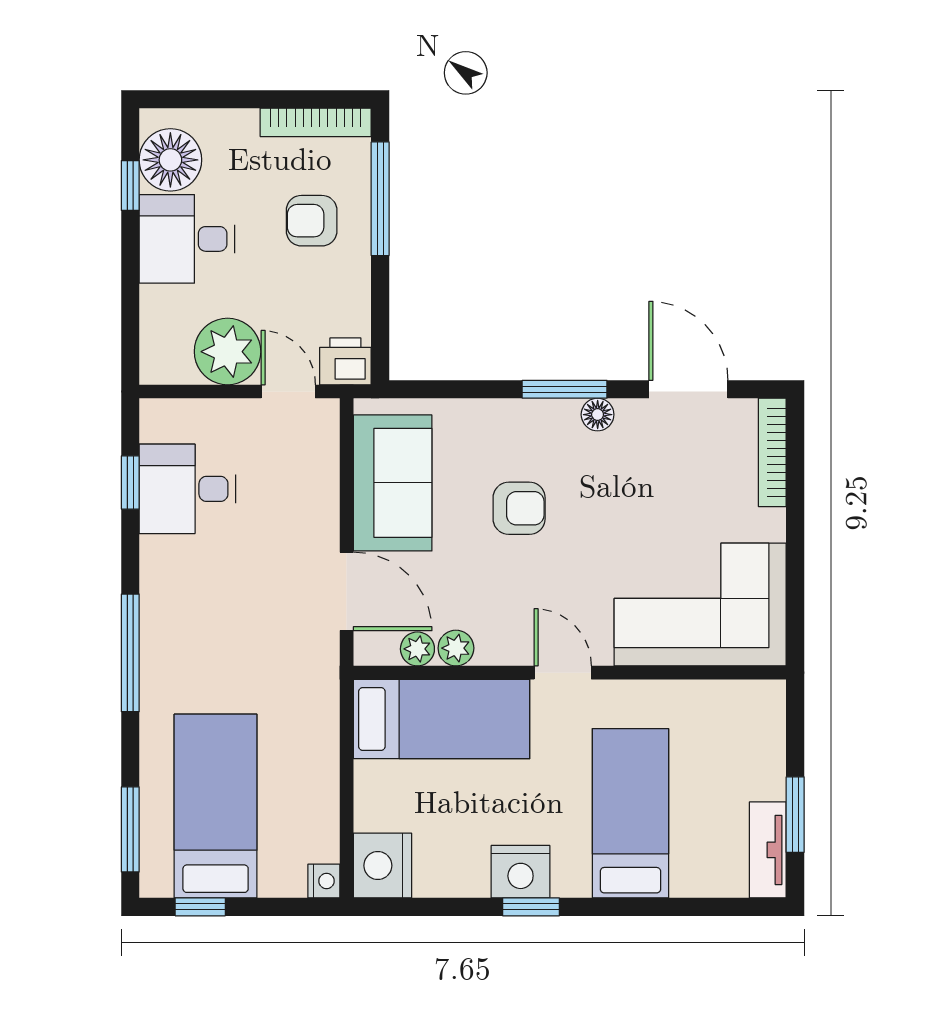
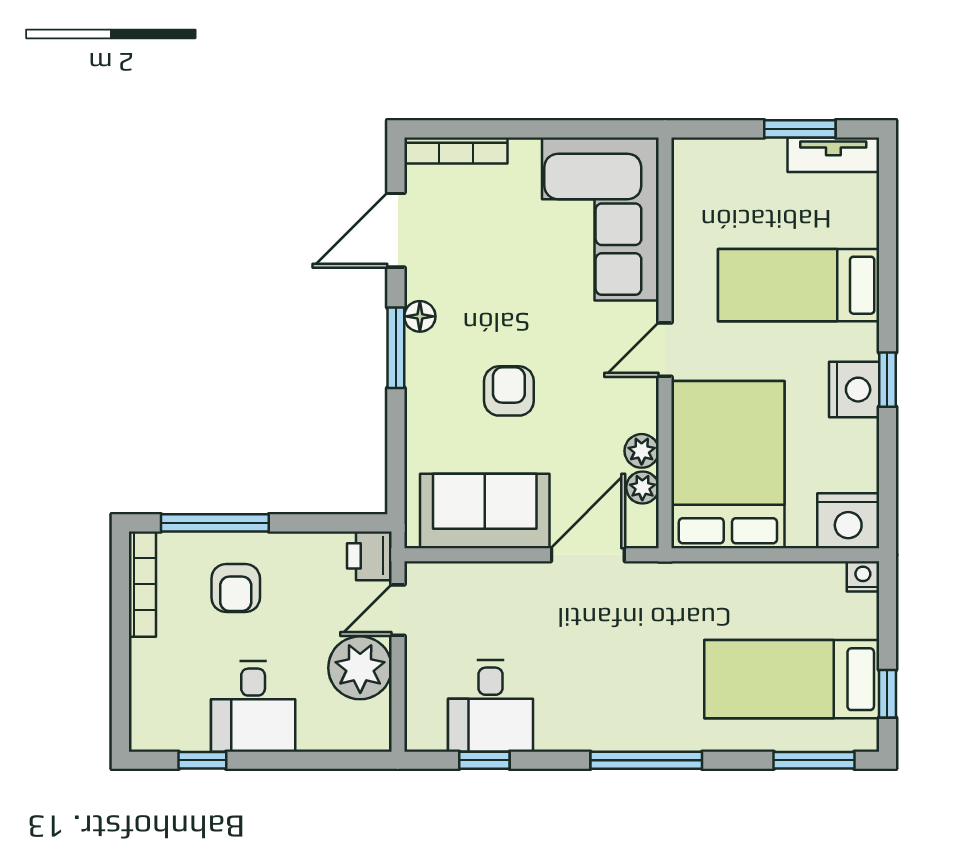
floor lamp: (170, 160) -> (178, 722), removed
bed: (442, 719) -> (728, 465), width x1.50

